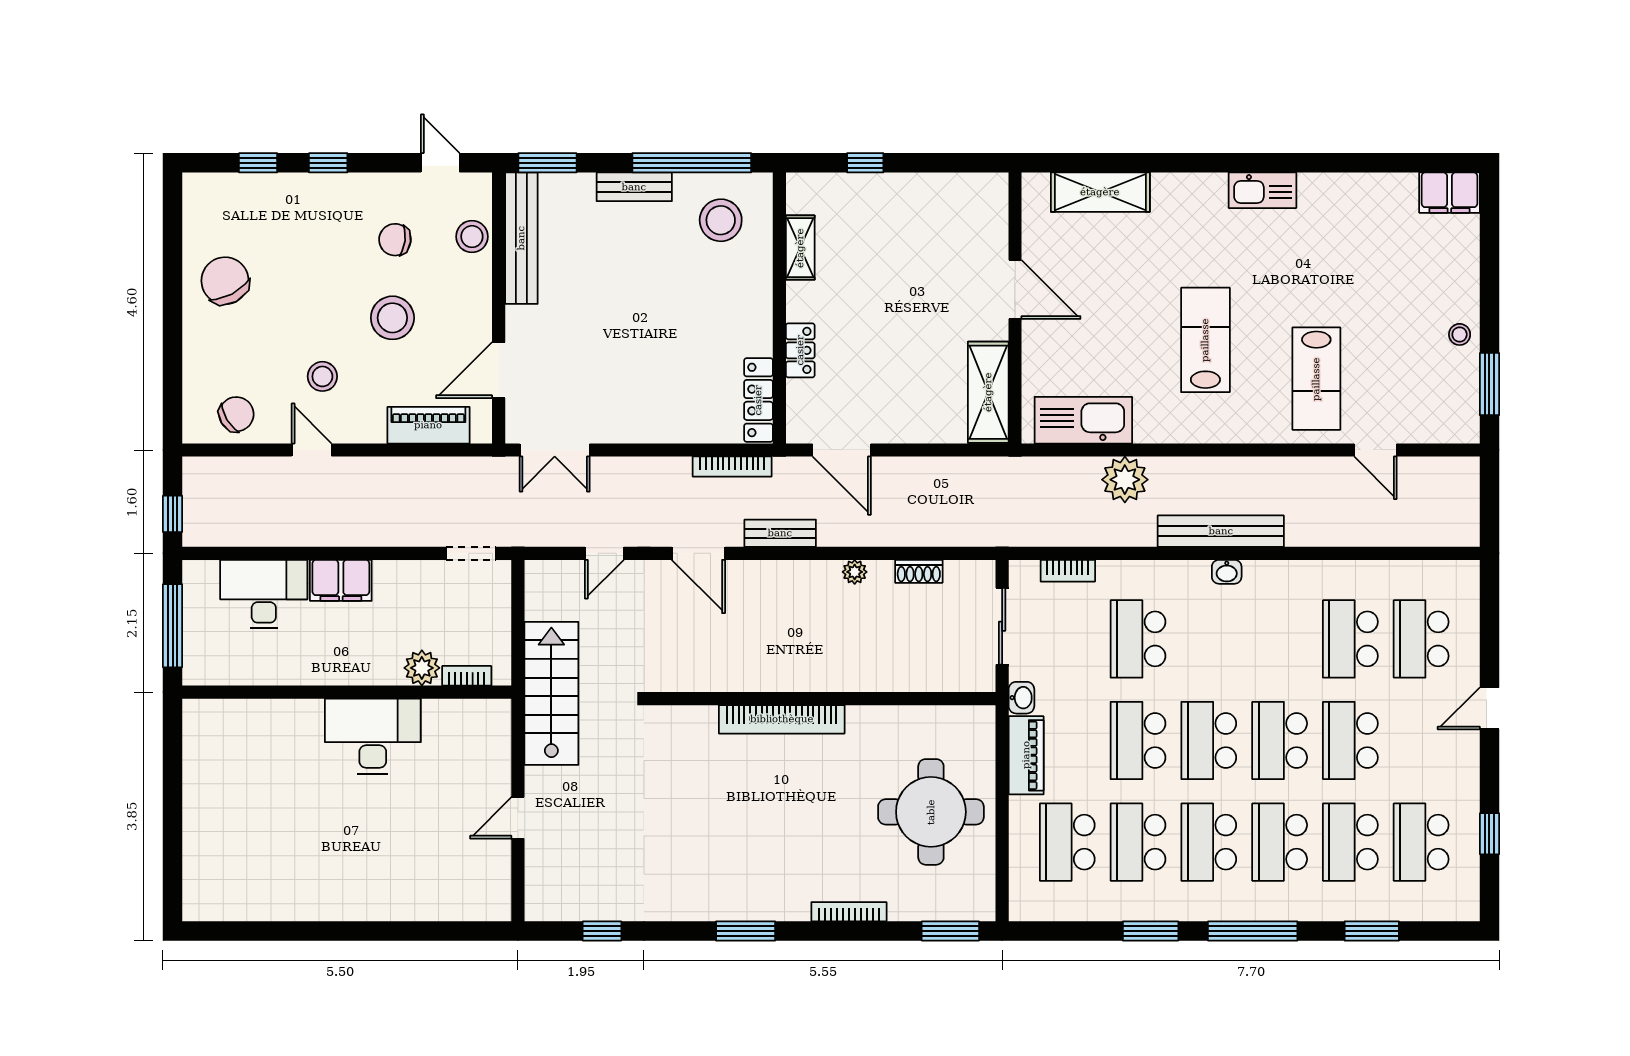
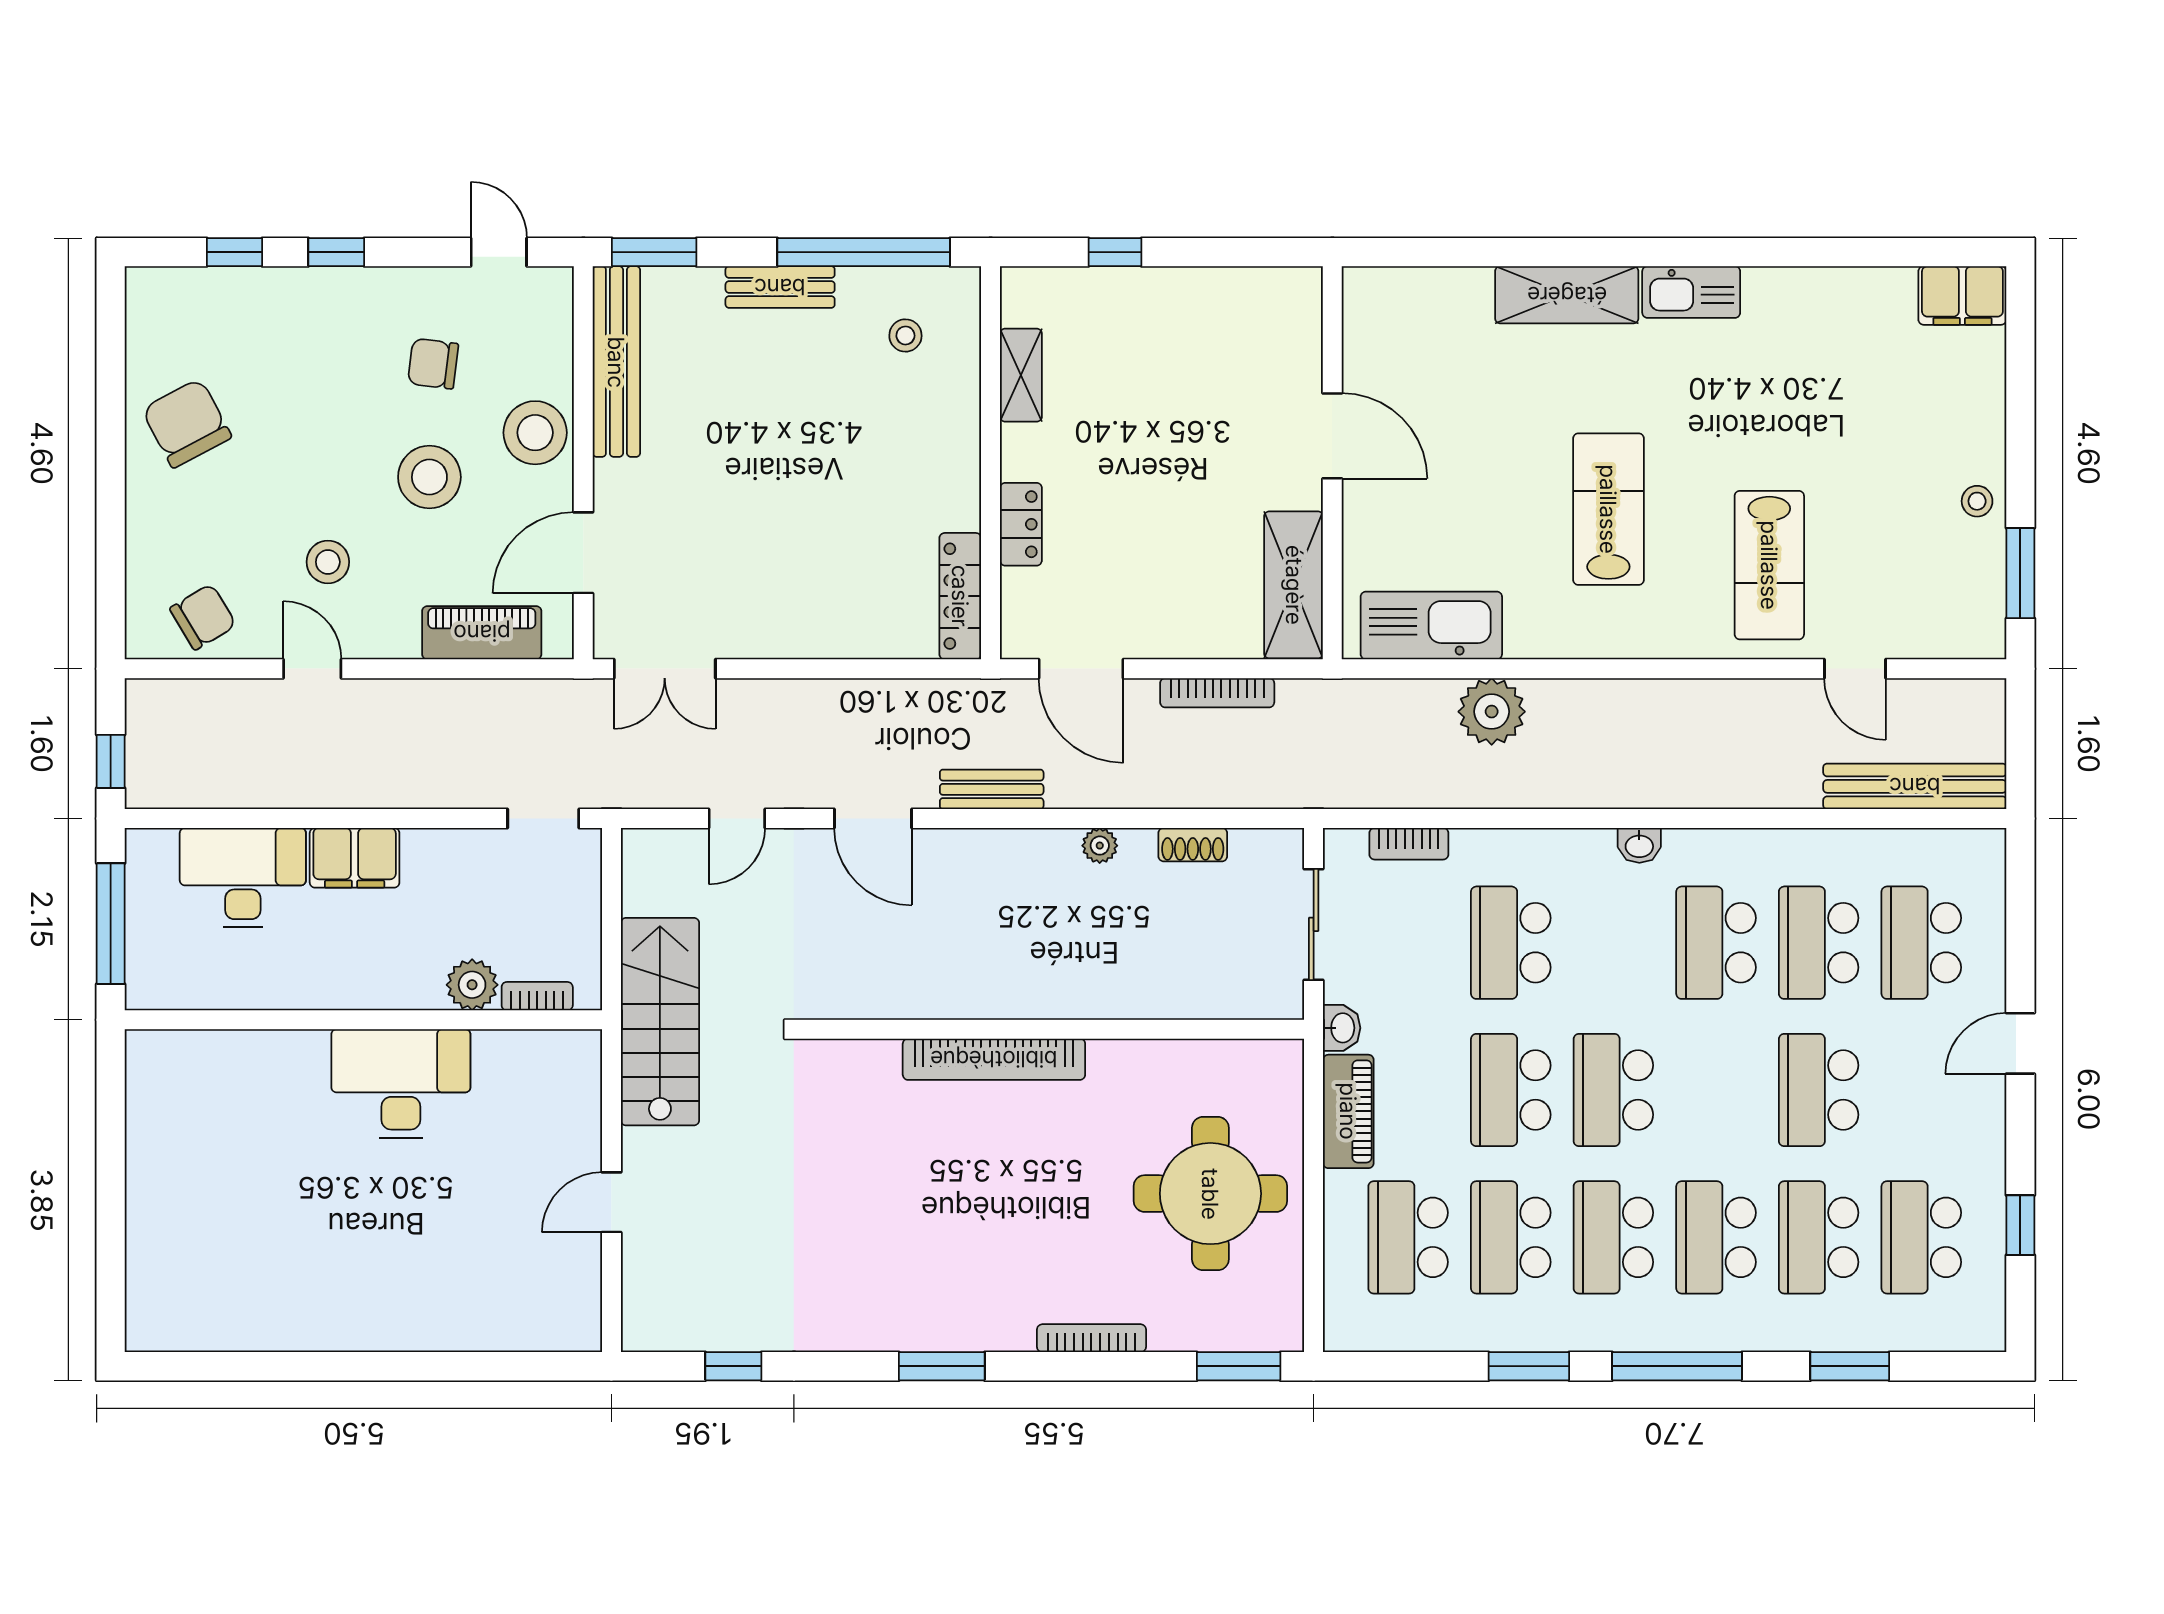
shelving: (1100, 192) -> (1567, 295), moved
stool: (721, 220) -> (905, 335), width x0.53, depth x0.53
stool: (472, 237) -> (535, 433), moved, width x1.38, depth x1.38
bookcase: (732, 467) -> (1217, 693), moved
bench: (1221, 531) -> (1915, 786), moved
school desk: (1280, 741) -> (1716, 943), moved

